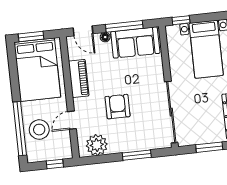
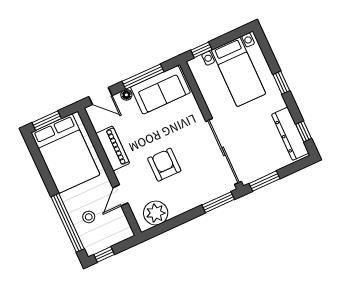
stool: (39, 130) -> (89, 217), width x0.53, depth x0.53
window: (209, 147) -> (264, 181), moved
window: (137, 155) -> (218, 202), moved
window: (55, 164) -> (104, 254), moved

